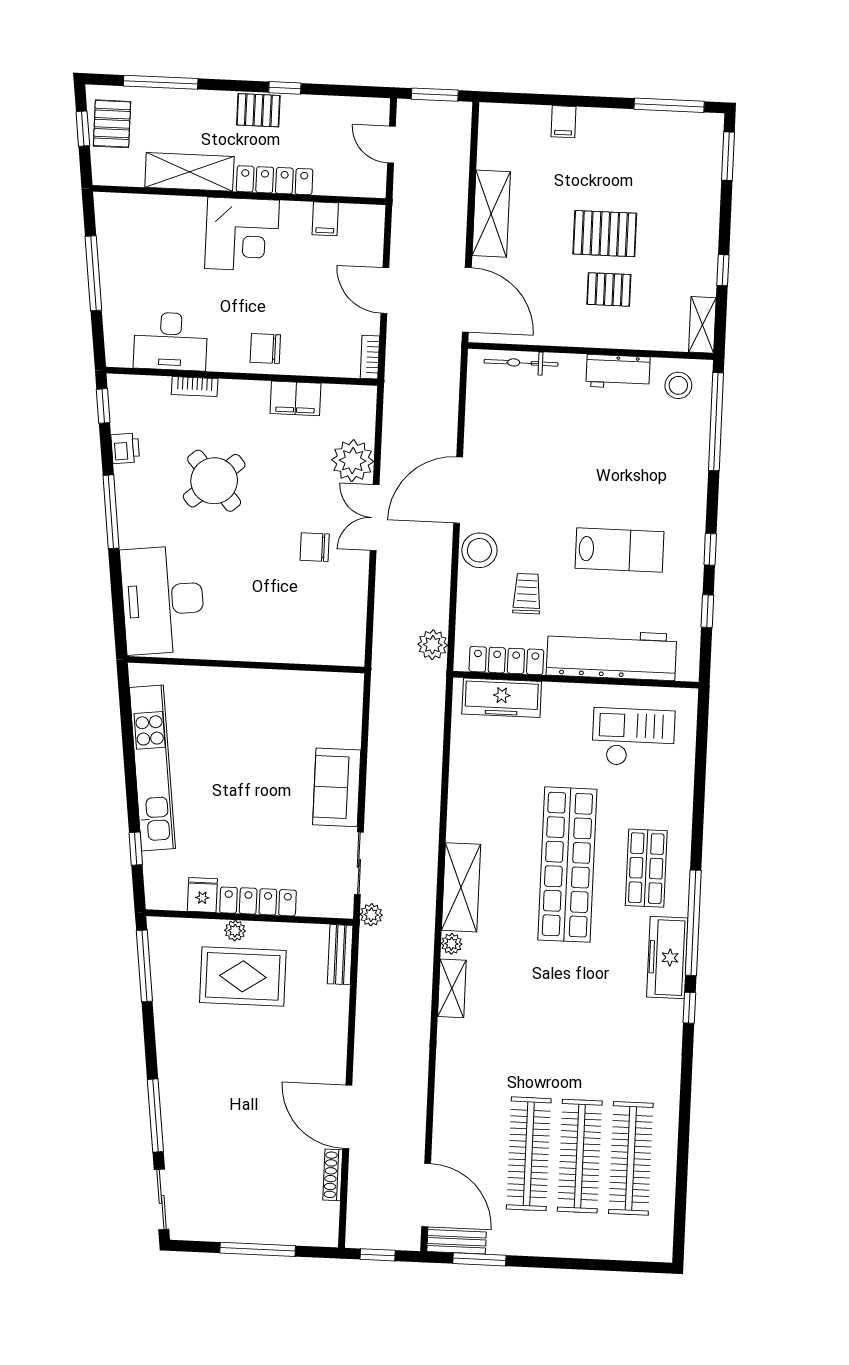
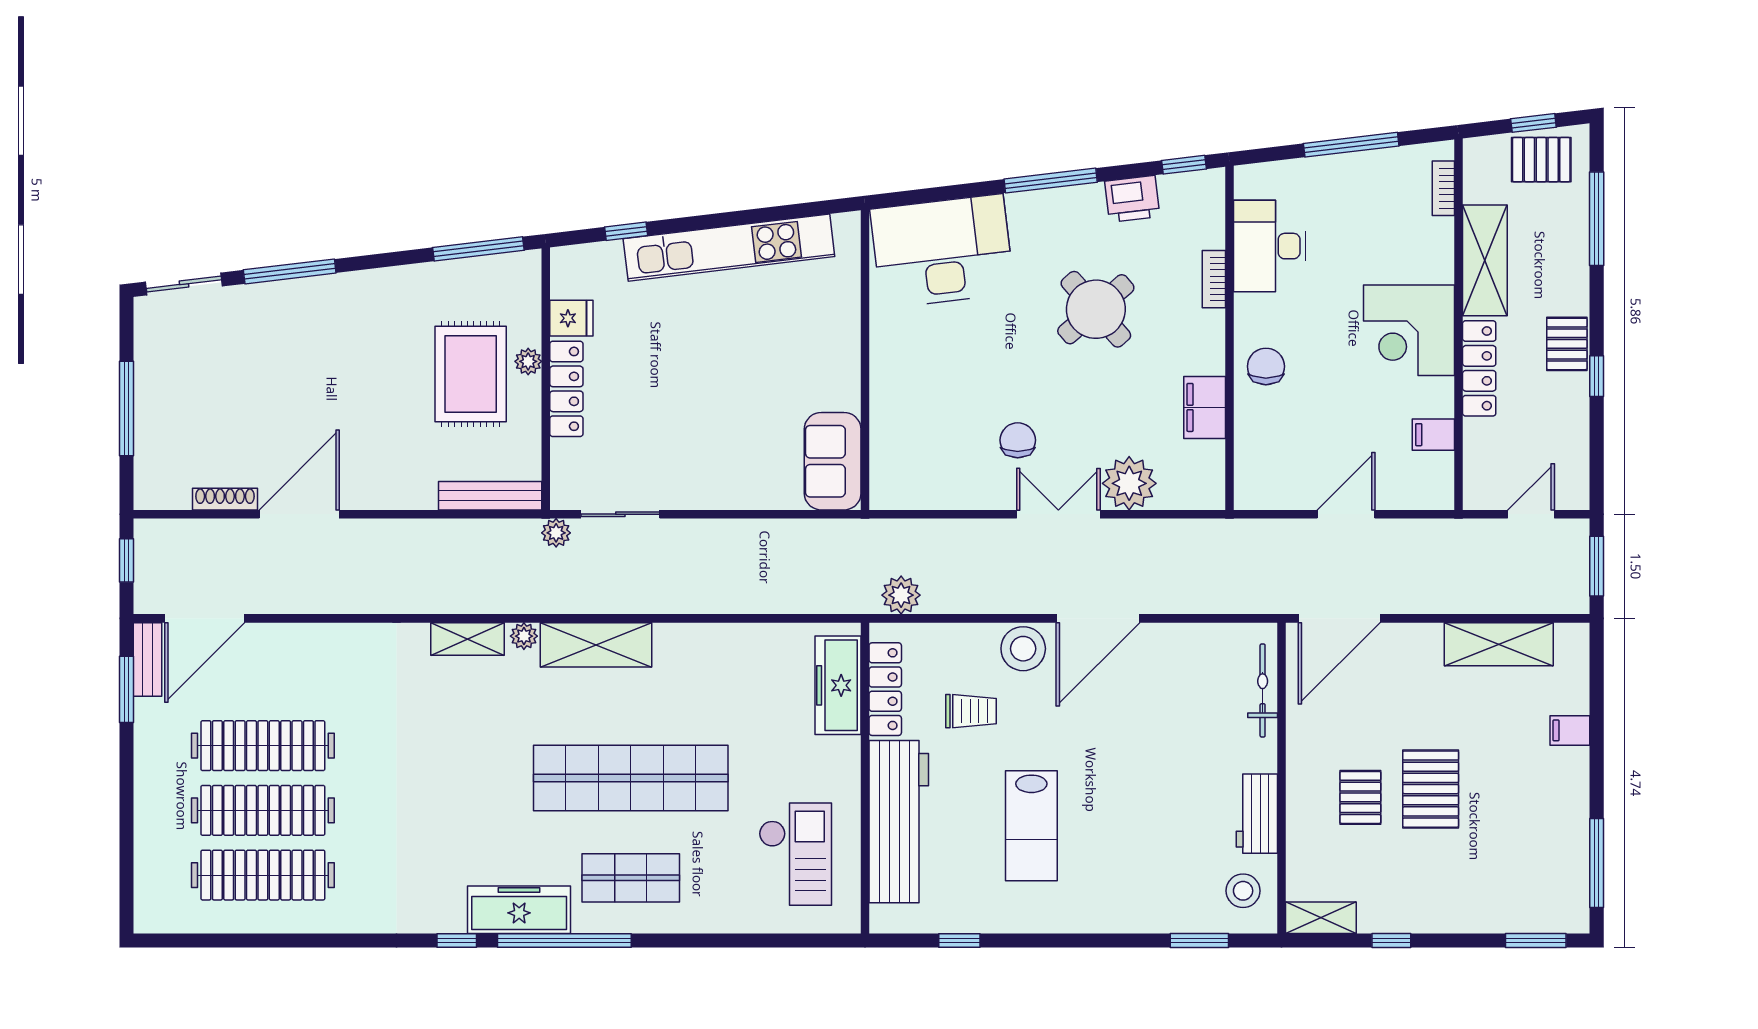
shelving: (491, 214) -> (1499, 644), moved
bookcase: (370, 357) -> (1443, 188), moved, turned -90
window: (716, 422) -> (1199, 940), width x0.47
printer: (125, 448) -> (1132, 199), width x1.36, depth x1.24
door: (458, 490) -> (1098, 618), swing flipped
window: (710, 549) -> (1037, 940), removed
sofa: (337, 787) -> (833, 461), moved, turned -90
bench: (340, 955) -> (490, 496), width x1.36

